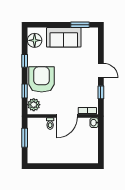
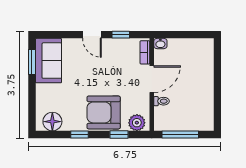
sofa: (64, 37) -> (48, 61), moved
door: (101, 70) -> (92, 35), swing flipped
door: (67, 116) -> (152, 79), hinge flipped
window: (25, 138) -> (180, 135), width x1.44

